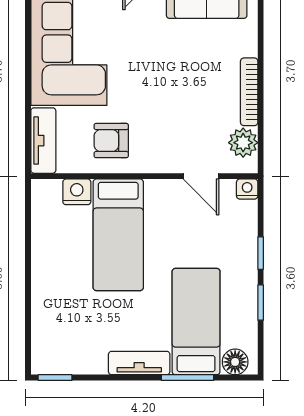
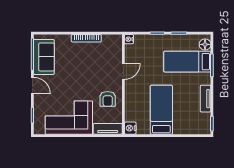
plant: (243, 143) -> (109, 41), removed
door: (201, 176) -> (123, 71), moved
nightstand: (77, 192) -> (130, 128), moved
bed: (118, 235) -> (161, 110), moved, turned -90
tv unit: (139, 363) -> (206, 99), moved

